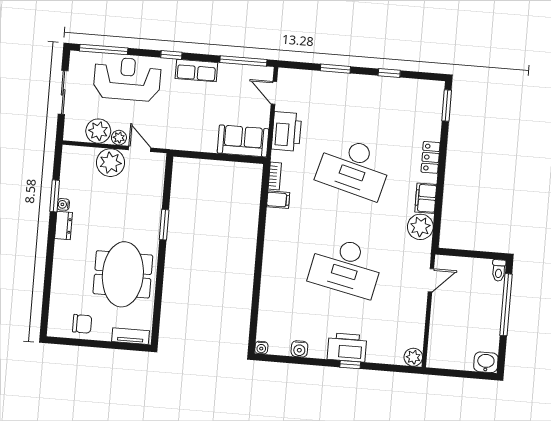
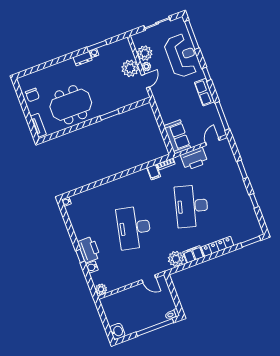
locker: (431, 157) -> (218, 246), width x1.53
water cooler: (299, 349) -> (92, 267), moved

